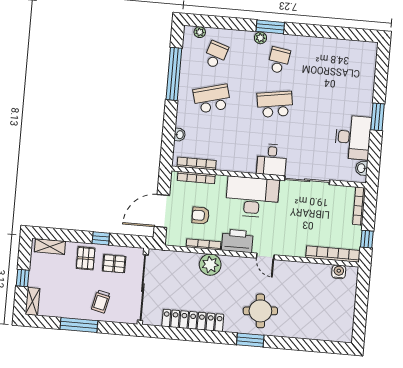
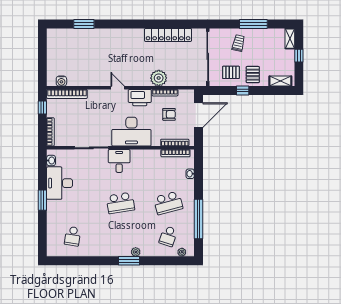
school desk: (279, 60) -> (73, 236), moved
round table: (260, 311) -> (118, 46), removed
window: (250, 340) -> (84, 24), moved

